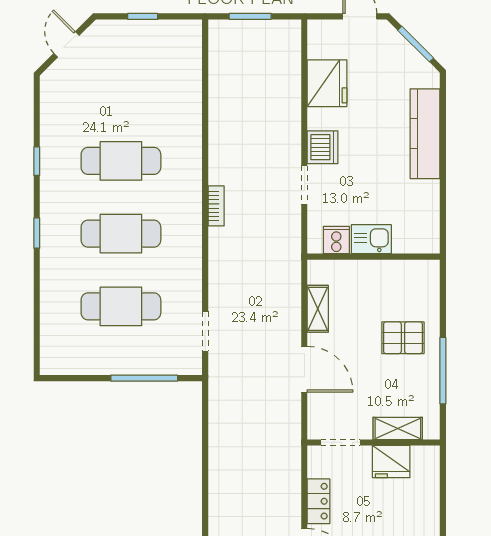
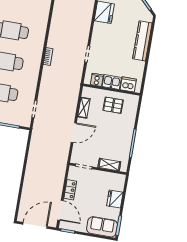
dishwasher: (323, 147) -> (128, 84), moved, turned -90
pallet: (403, 338) -> (113, 105), moved
door: (304, 369) -> (74, 133), hinge flipped
fridge: (391, 462) -> (115, 199), moved, turned 90

